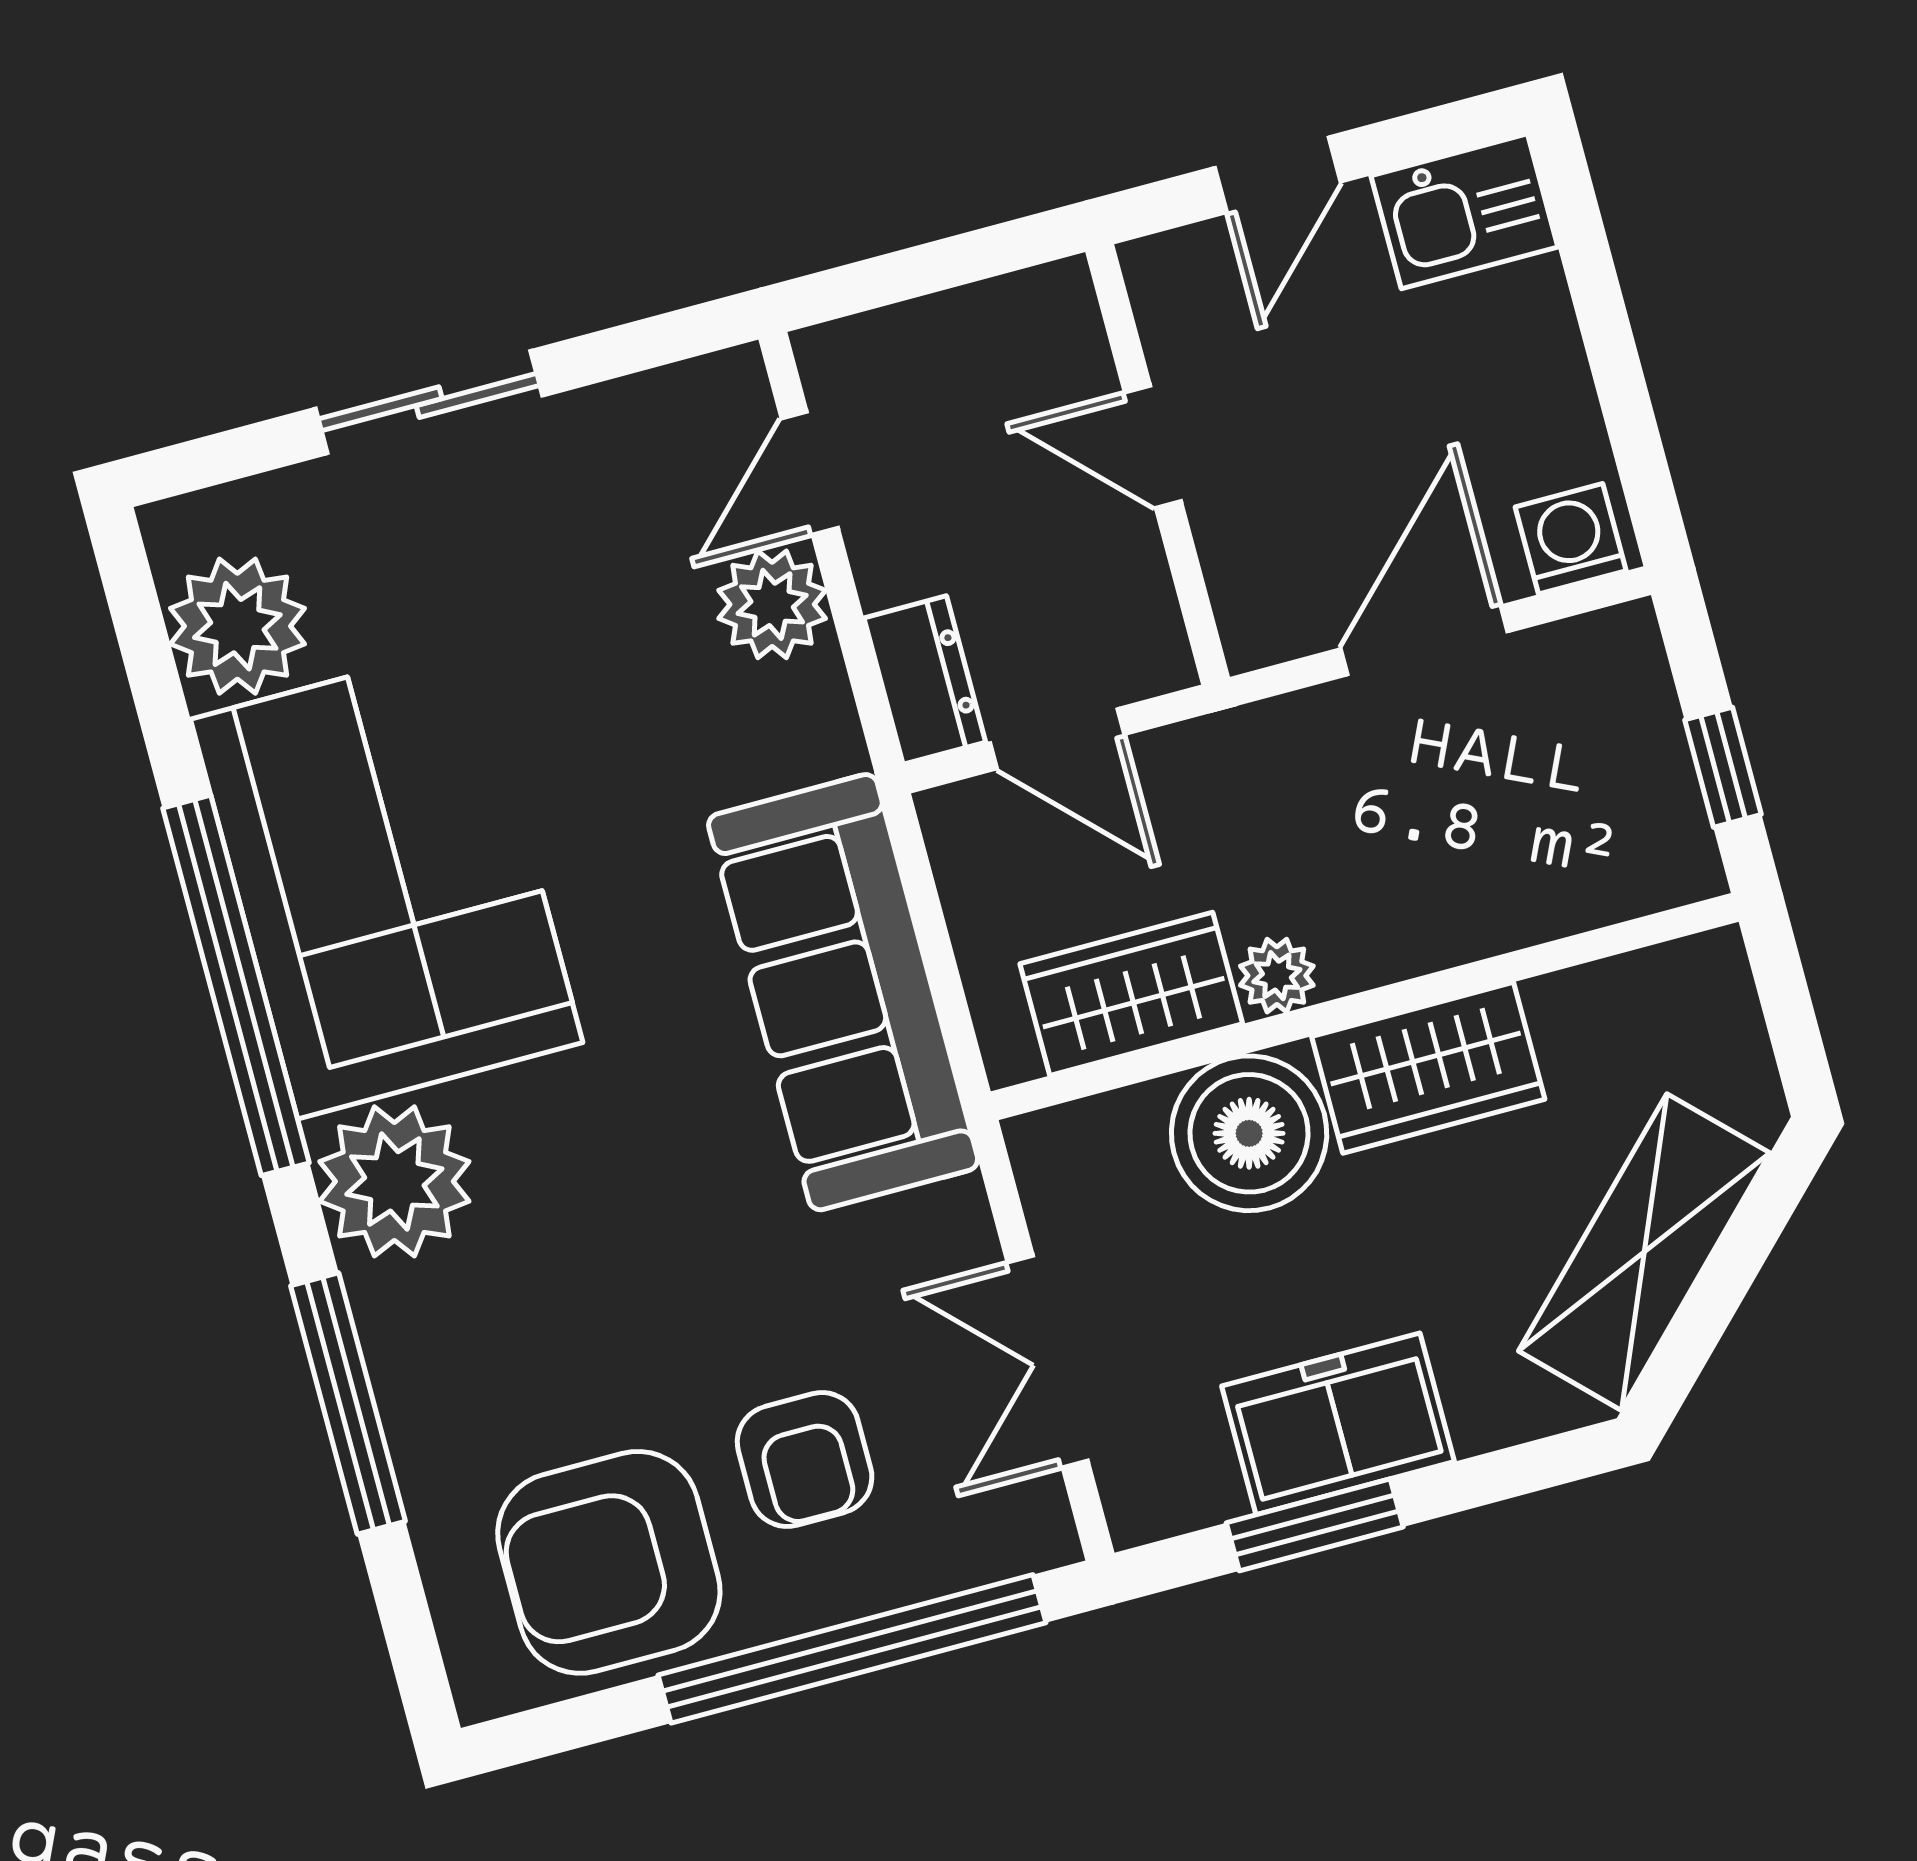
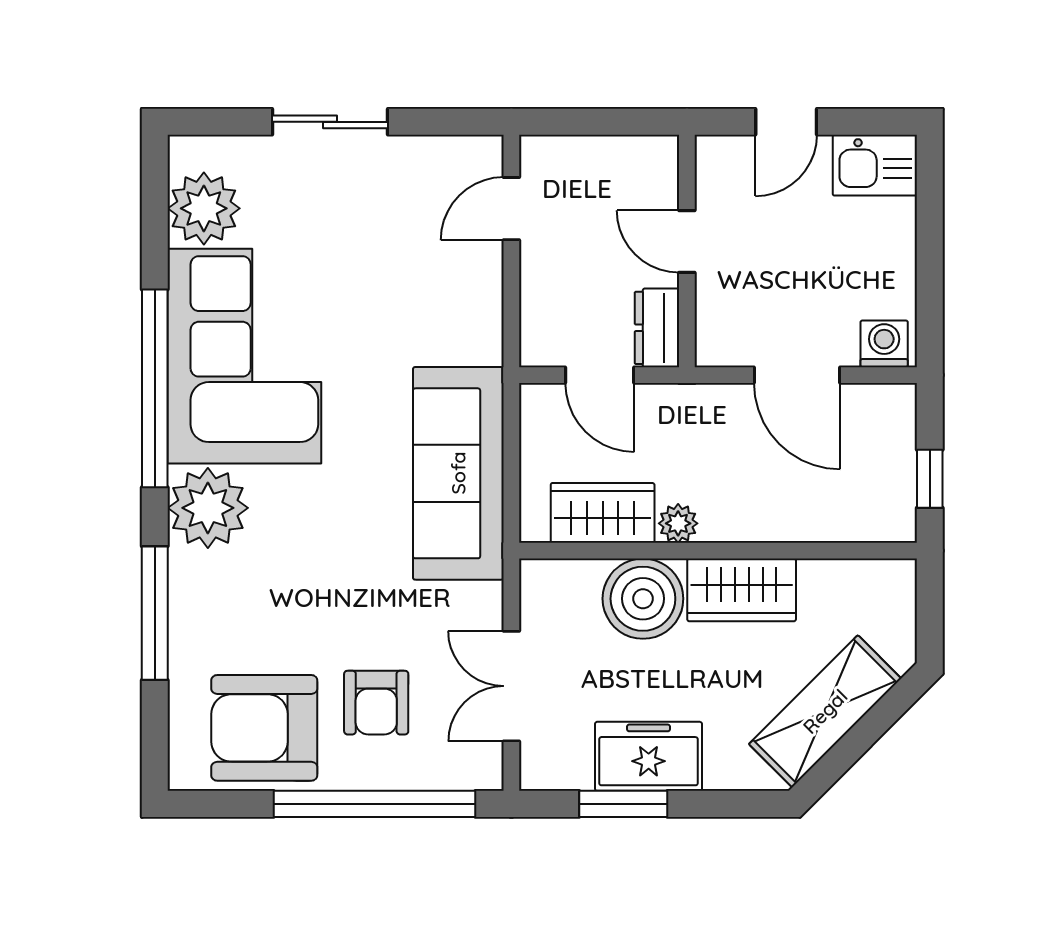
plant: (772, 604) -> (475, 269), removed
door: (1424, 640) -> (797, 375), swing flipped
dresser: (925, 680) -> (657, 328), moved, turned 180

